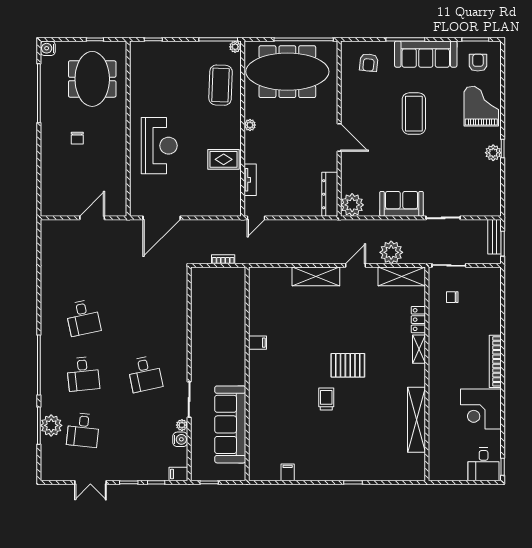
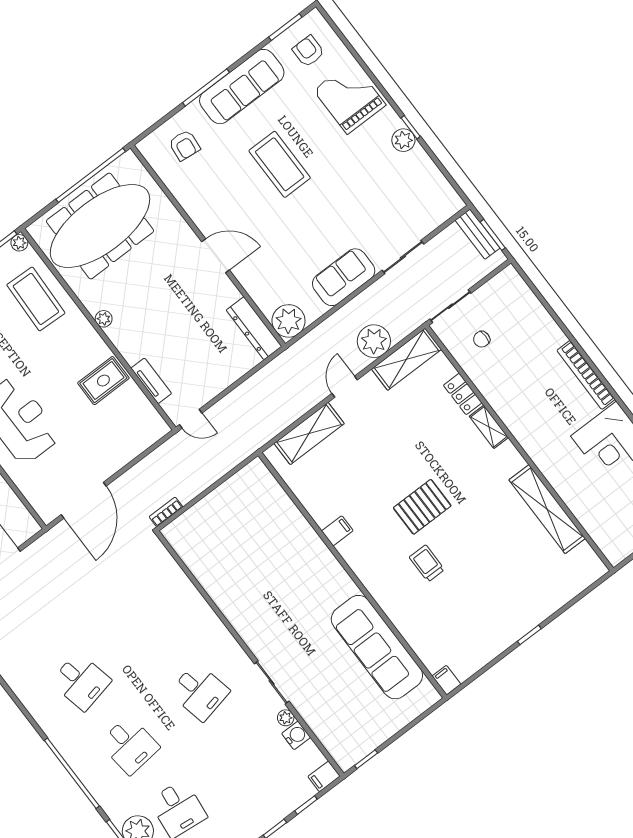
door: (256, 218) -> (191, 419), hinge flipped
bookcase: (223, 259) -> (166, 512), moved
filing cabinet: (257, 343) -> (337, 531), moved
wall: (247, 374) -> (352, 575), moved
sofa: (230, 424) -> (377, 647), moved

